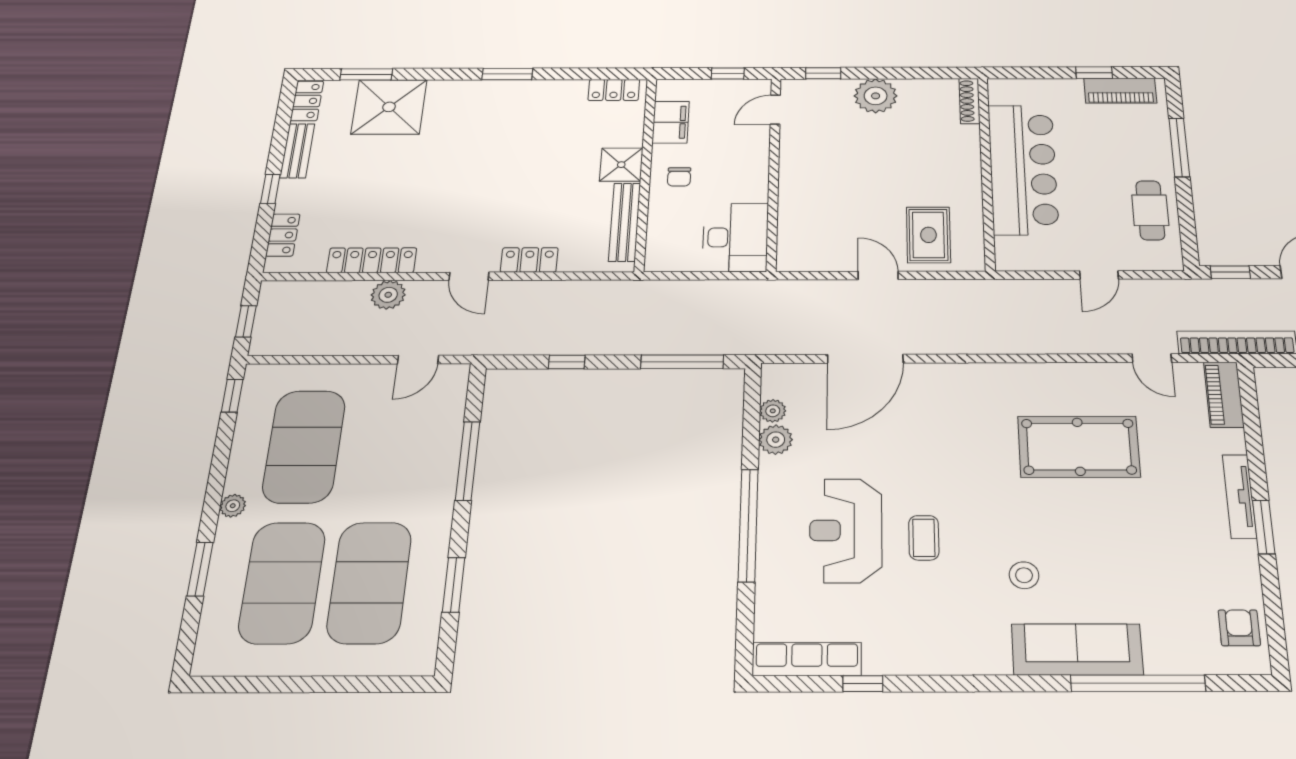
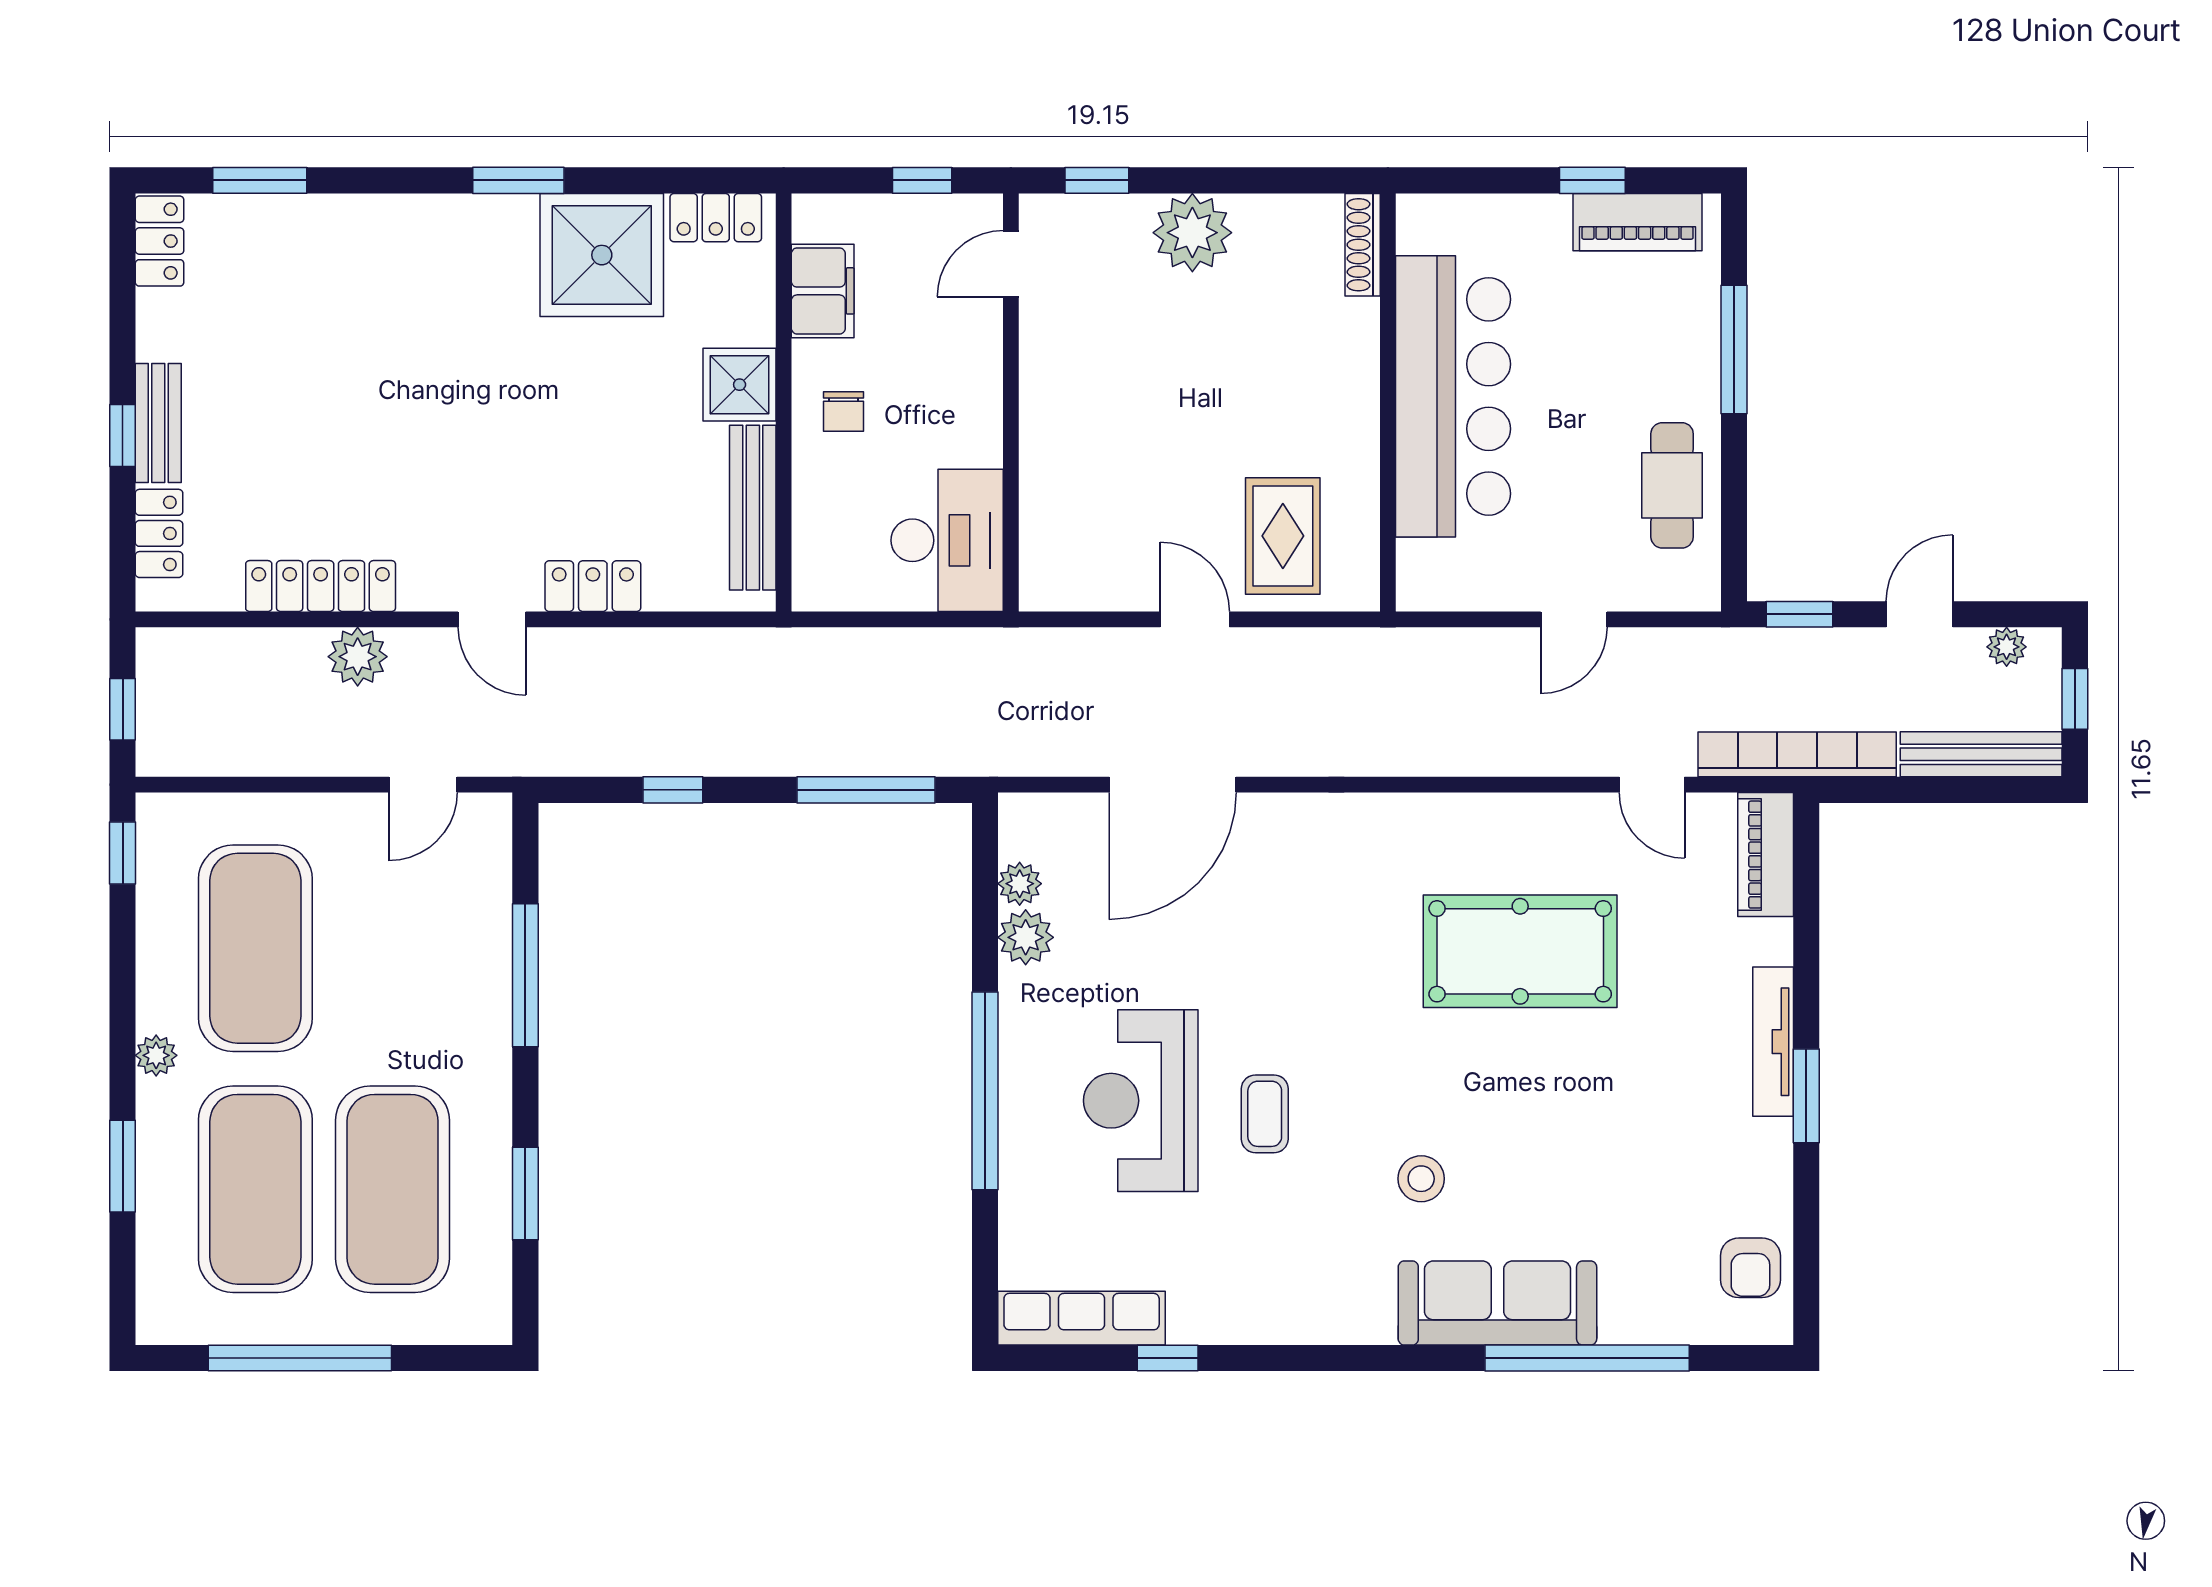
shower: (389, 107) -> (602, 255), moved
bench: (297, 151) -> (158, 423), moved
armchair: (1239, 628) -> (1750, 1268), turned 180
window: (295, 684) -> (300, 1358), added

